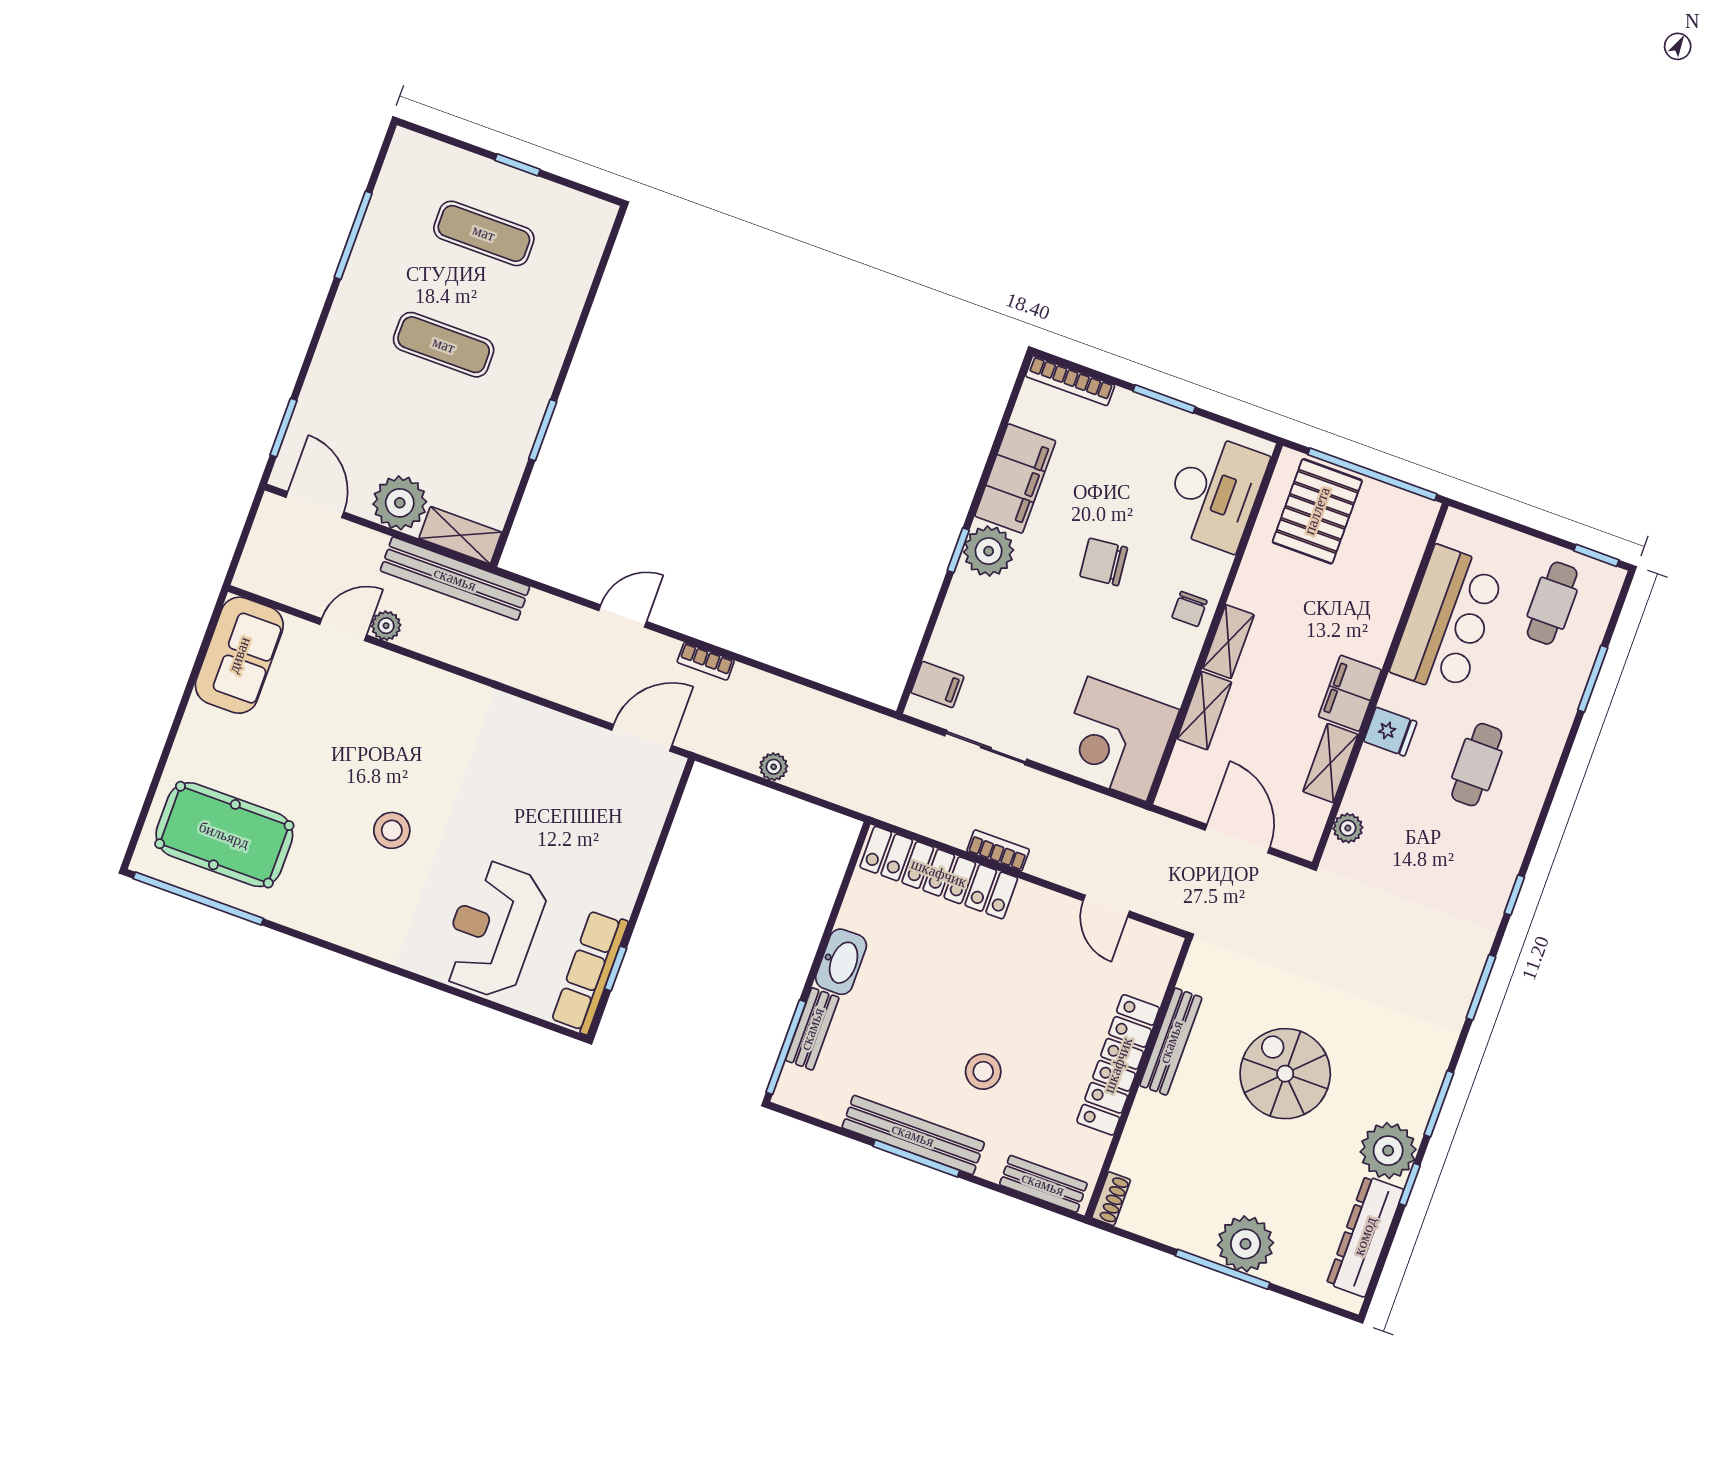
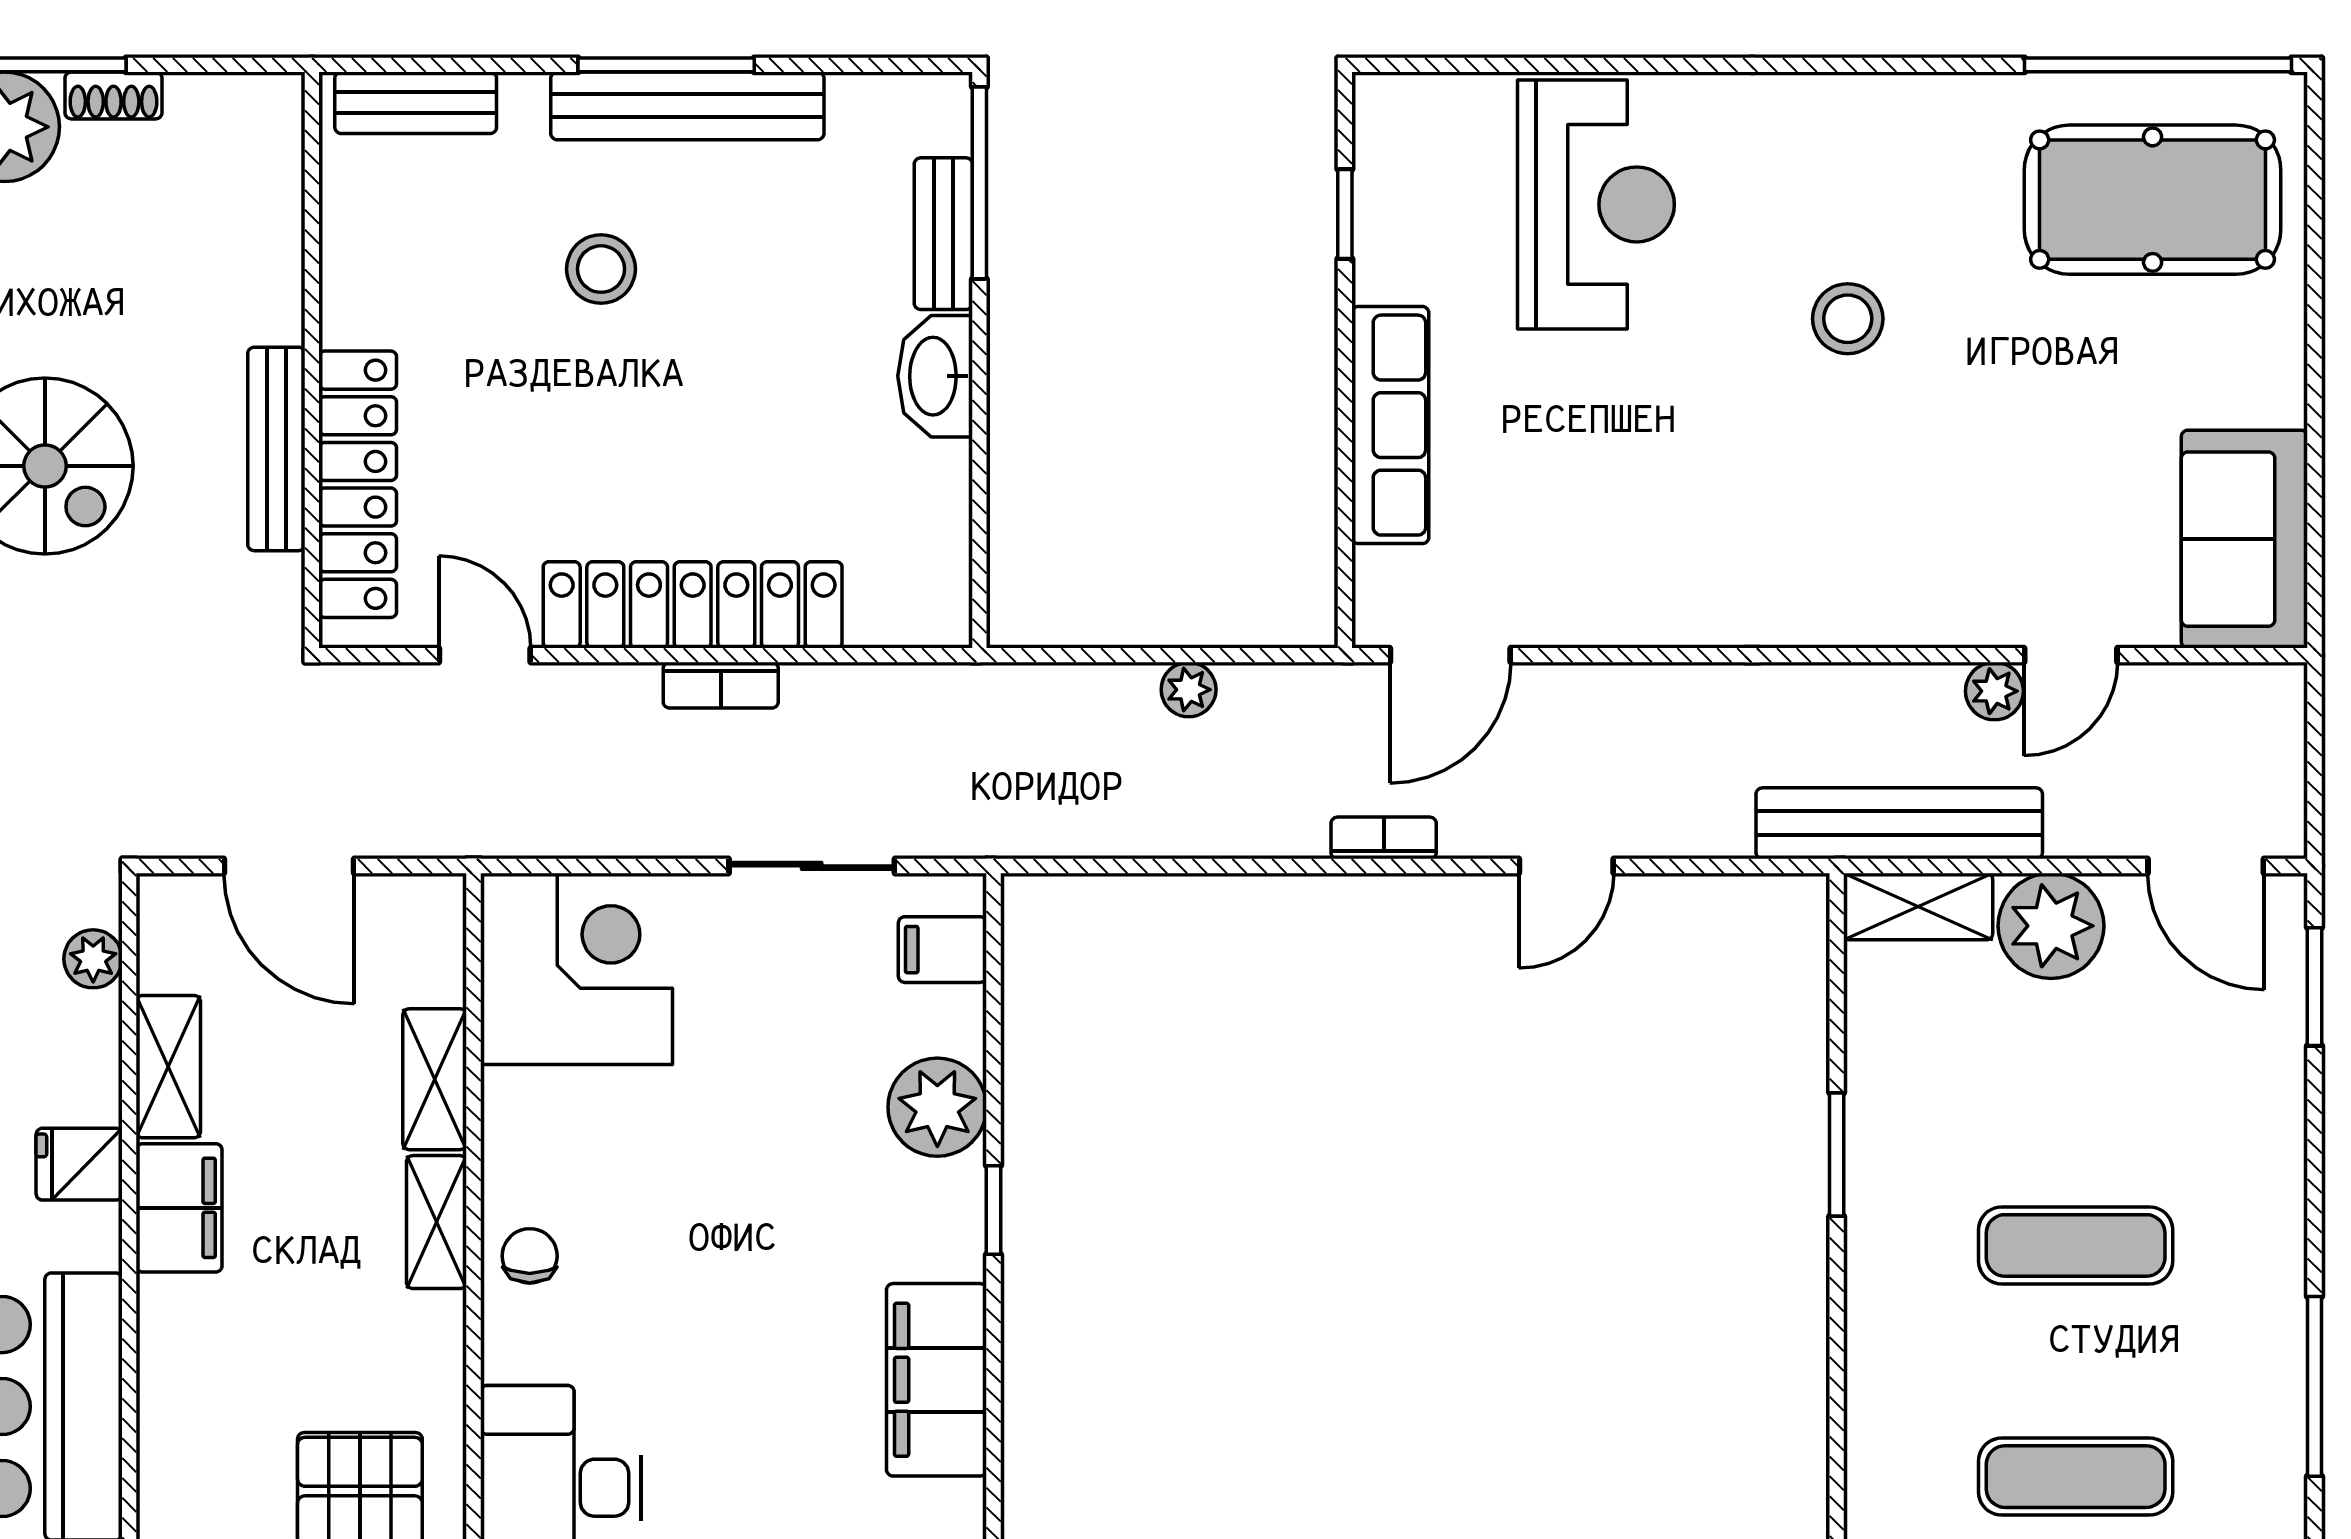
plant: (989, 551) -> (937, 1107), moved
chair: (1104, 562) -> (718, 1285), removed
locker: (939, 873) -> (693, 605), moved
row of seats: (590, 972) -> (1390, 425), moved
locker: (1118, 1065) -> (358, 484), moved
shoe rack: (1111, 1199) -> (113, 95), moved, turned -90

